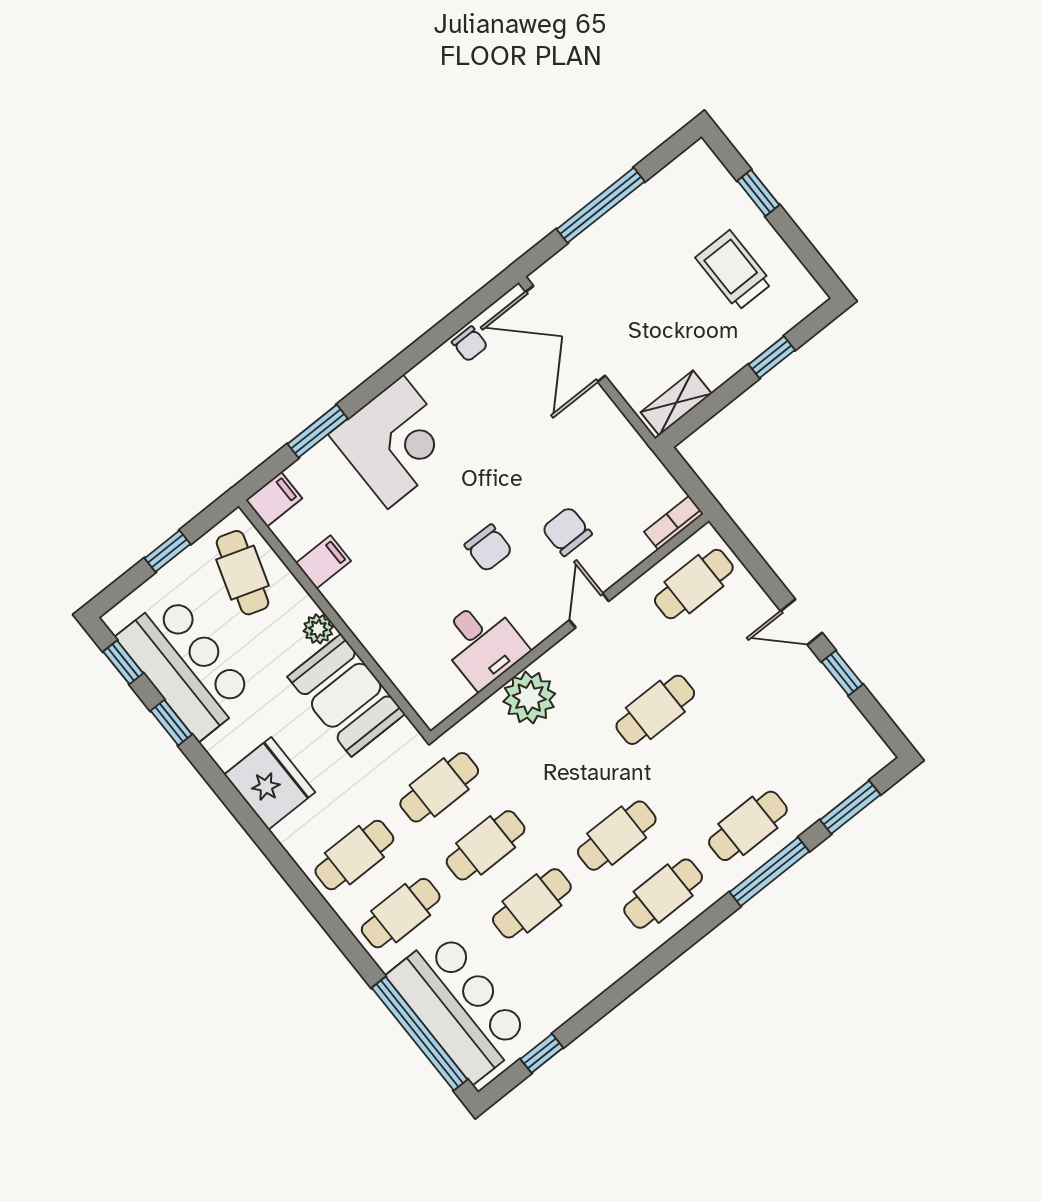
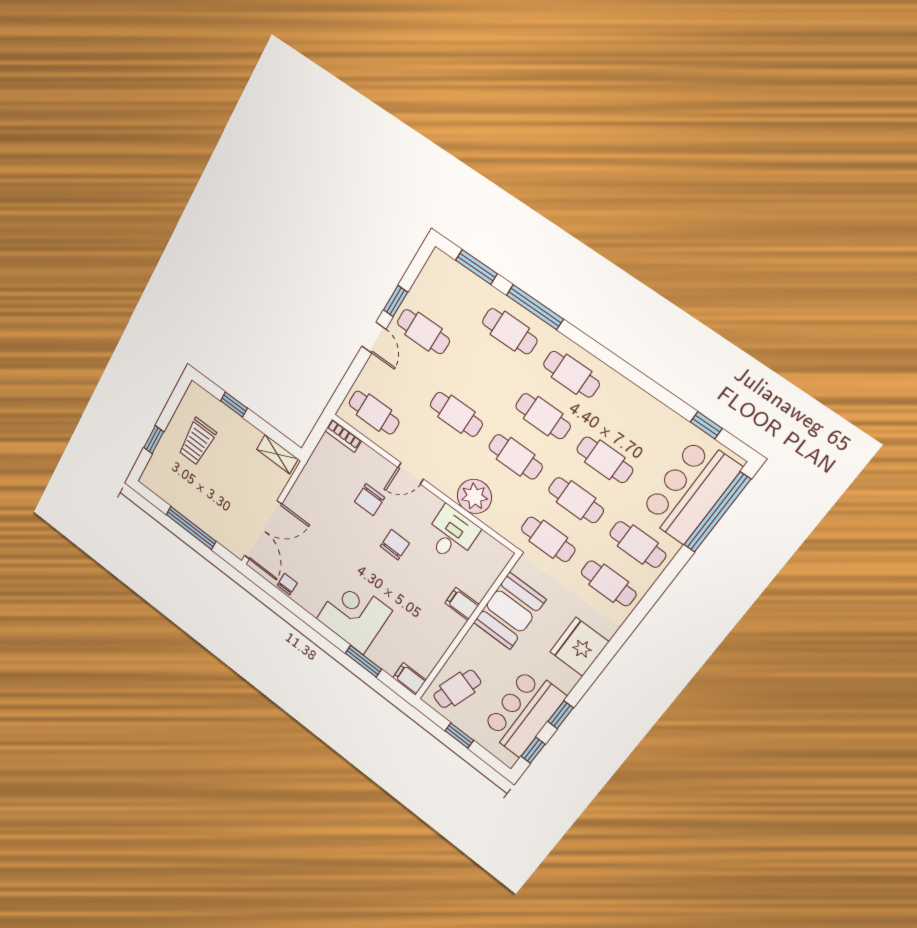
filing cabinet: (323, 562) -> (462, 604), moved
plant: (318, 629) -> (475, 637), removed
cafe table: (786, 700) -> (423, 332), added
cafe table: (570, 778) -> (516, 457), added

